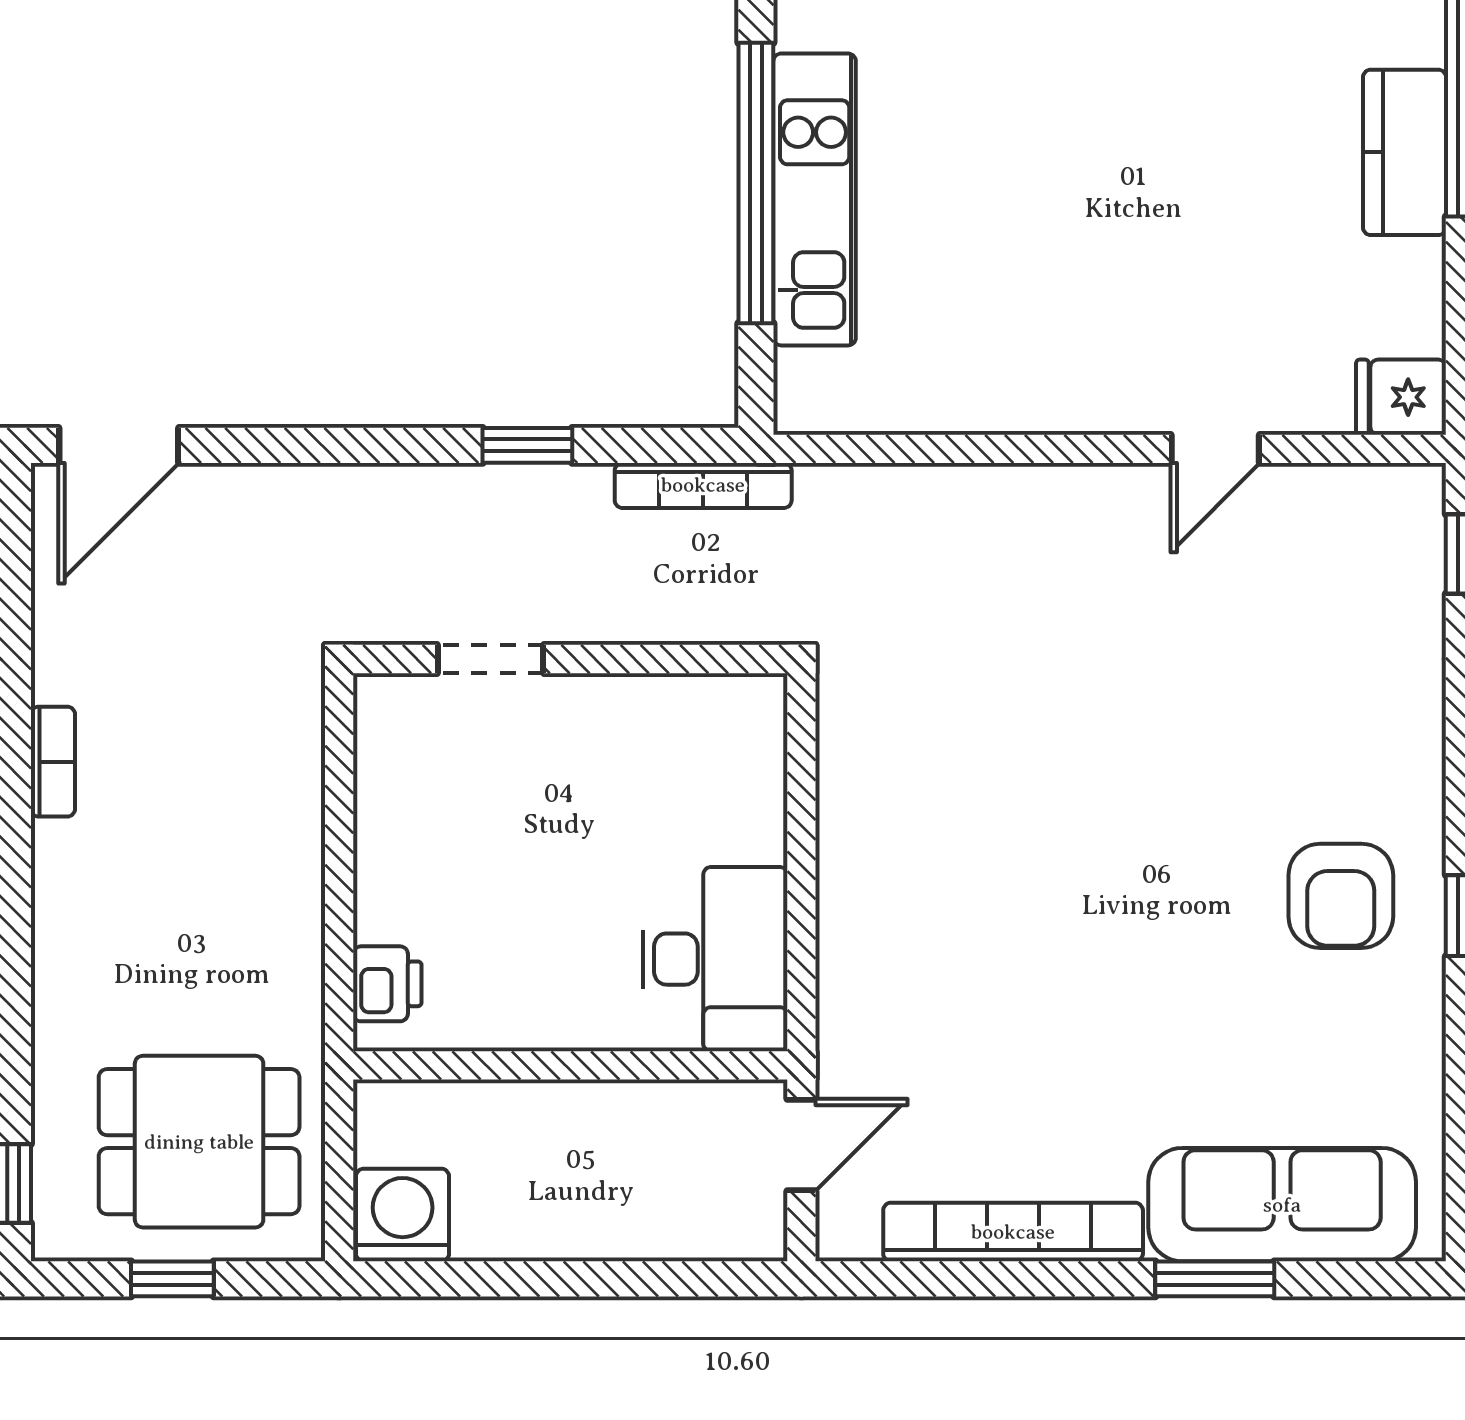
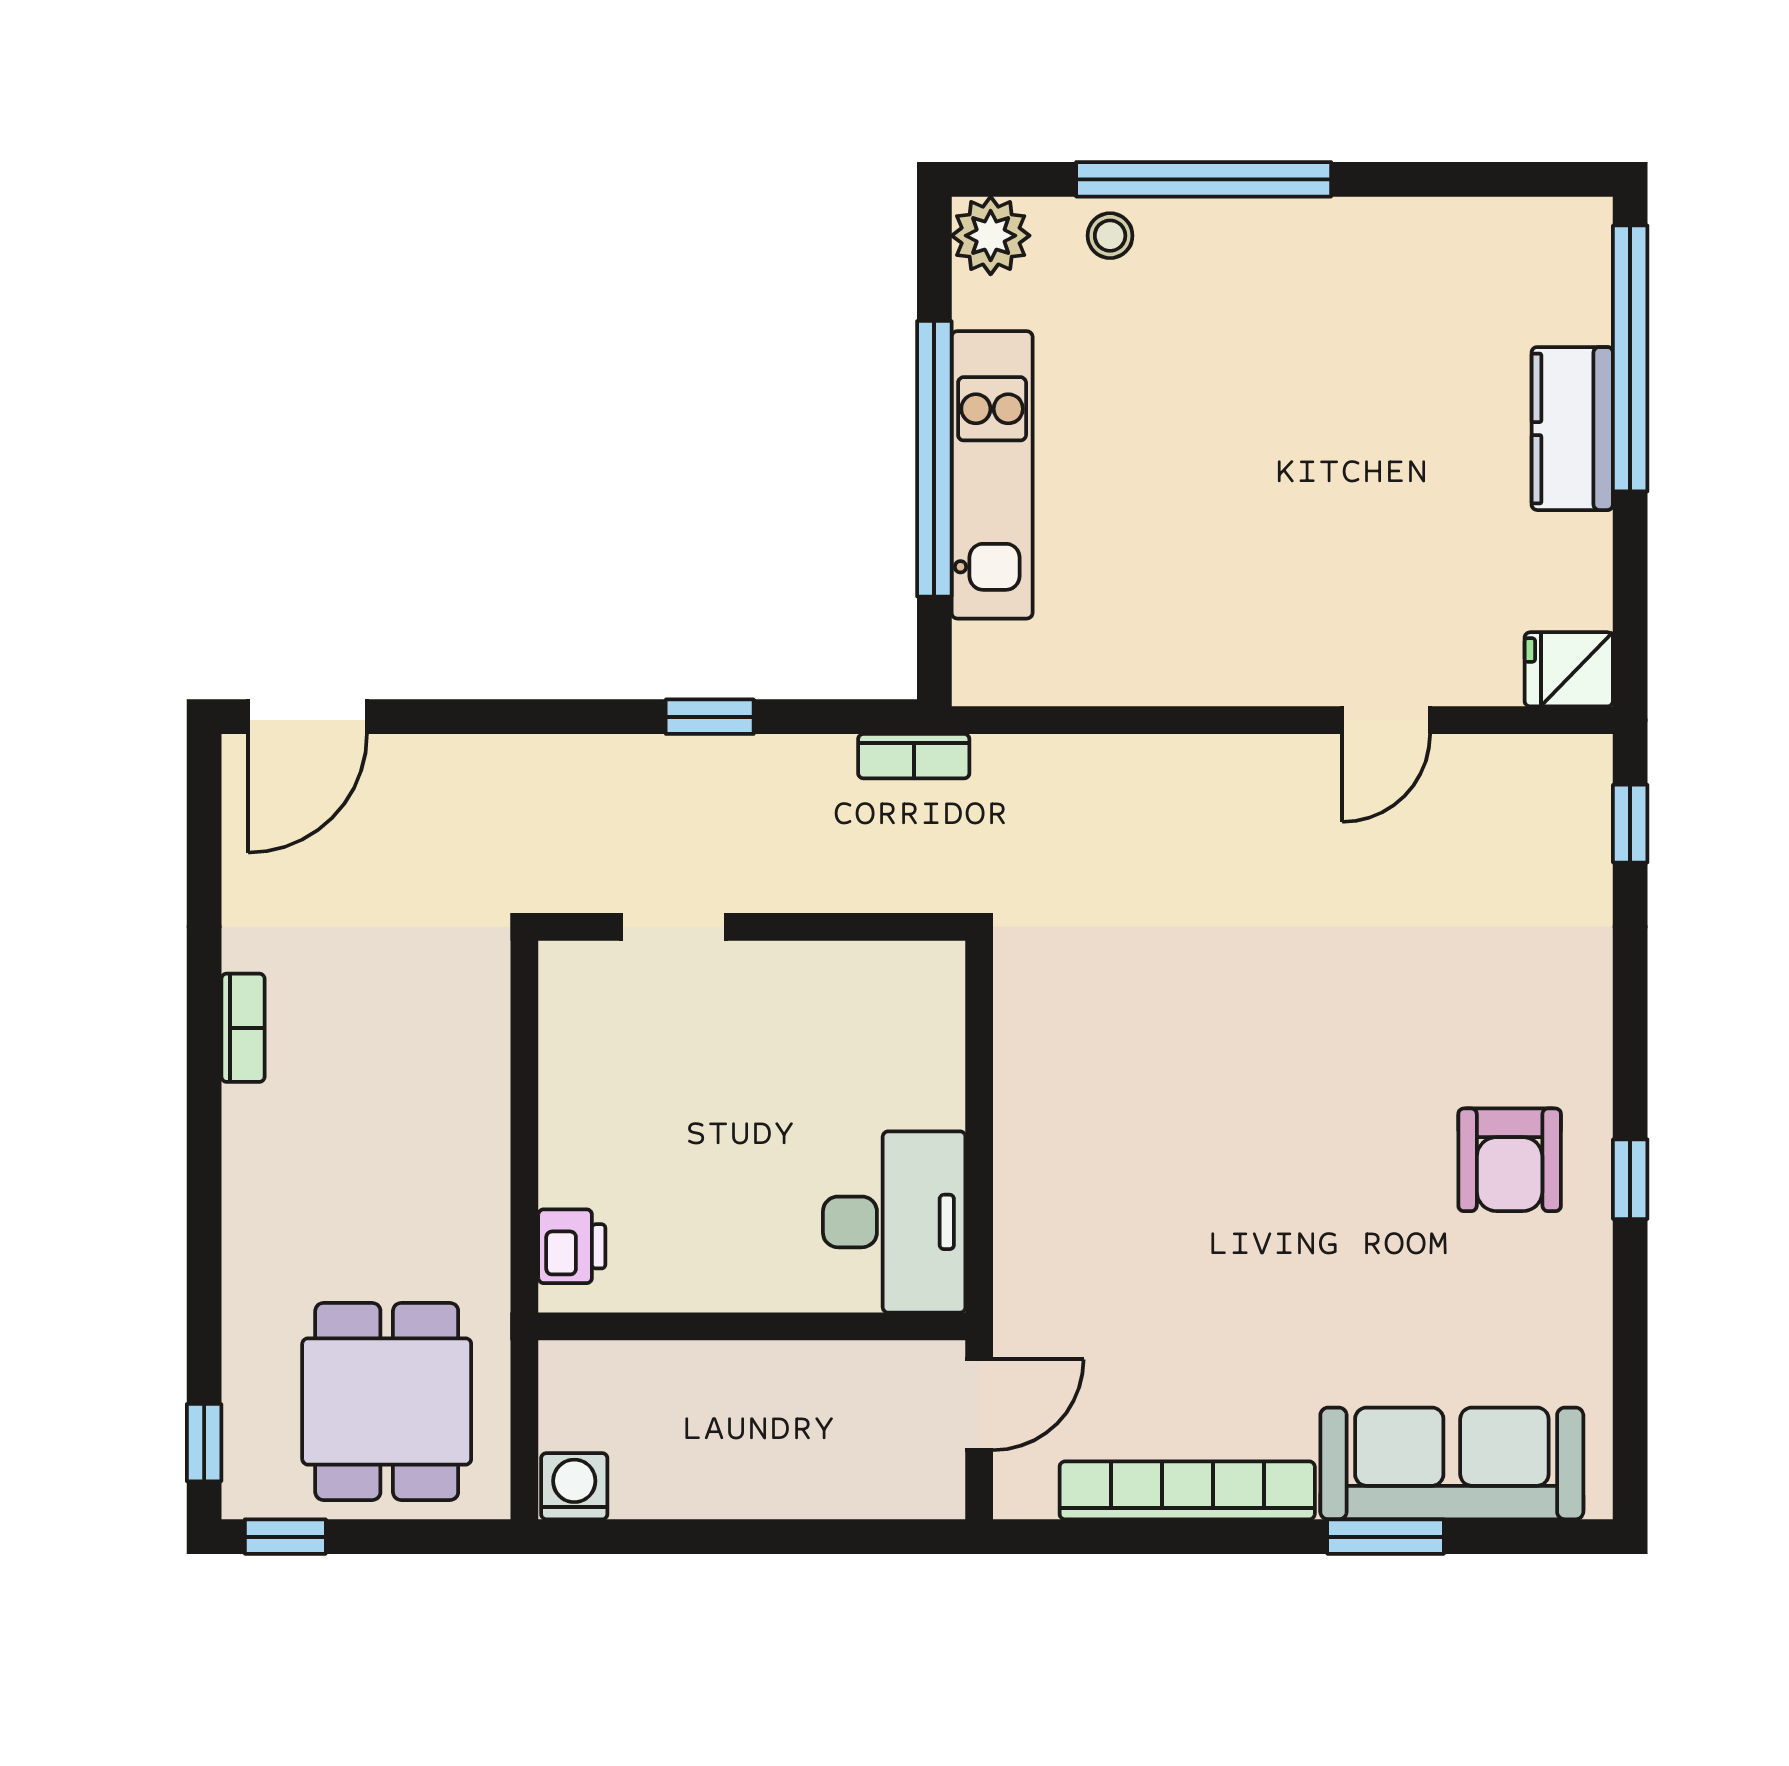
bookcase: (703, 485) -> (914, 756), width x0.64
dining table: (199, 1142) -> (387, 1401), turned 90
washing machine: (403, 1215) -> (574, 1486), width x0.73, depth x0.73
window: (172, 1279) -> (285, 1537), moved

